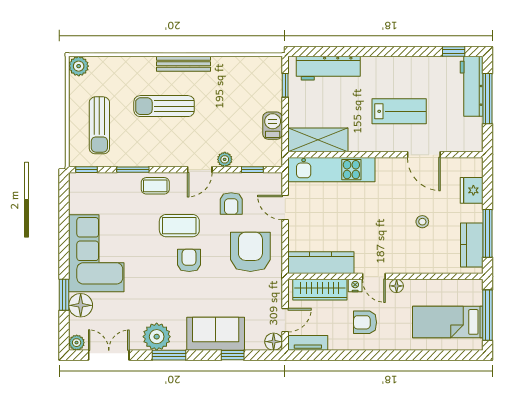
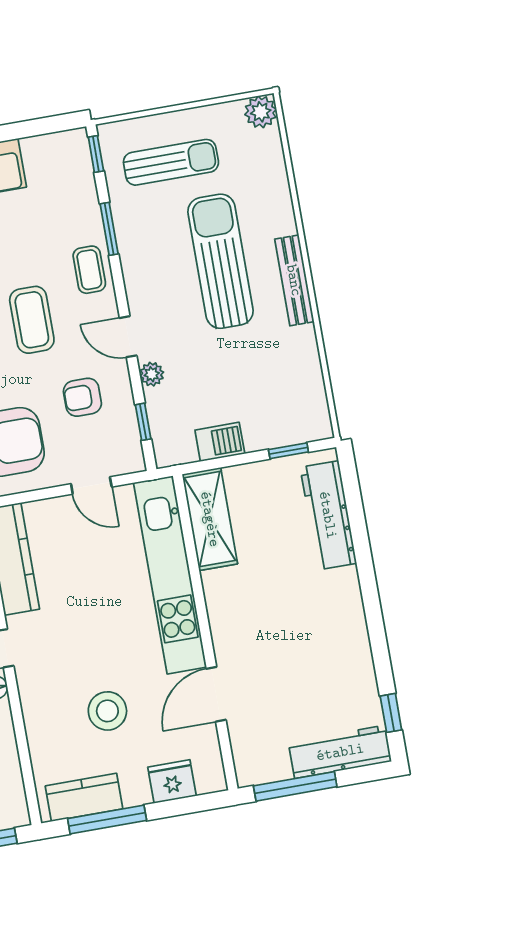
window: (488, 99) -> (295, 786), moved
sun lounger: (164, 106) -> (220, 261), width x1.36, depth x1.34
lab bench: (399, 111) -> (279, 642), removed
sun lounger: (99, 125) -> (171, 162), turned 180
kitchen unit: (331, 170) -> (170, 575), width x1.36
door: (285, 207) -> (91, 485), swing flipped
stool: (422, 222) -> (107, 711), width x1.89, depth x1.89

